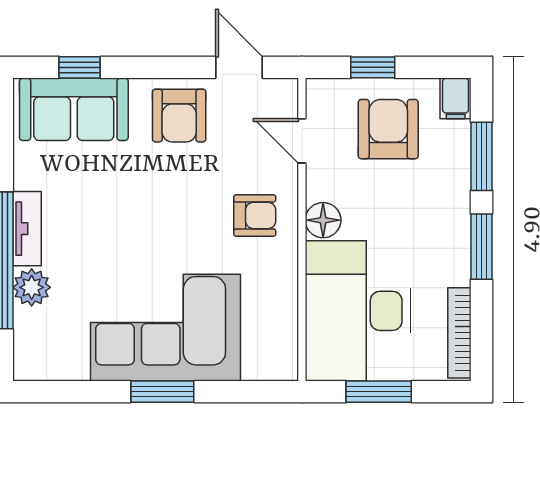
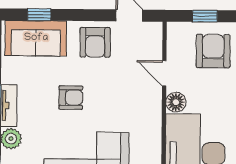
door: (302, 141) -> (164, 73), moved
armchair: (255, 215) -> (71, 98), moved

